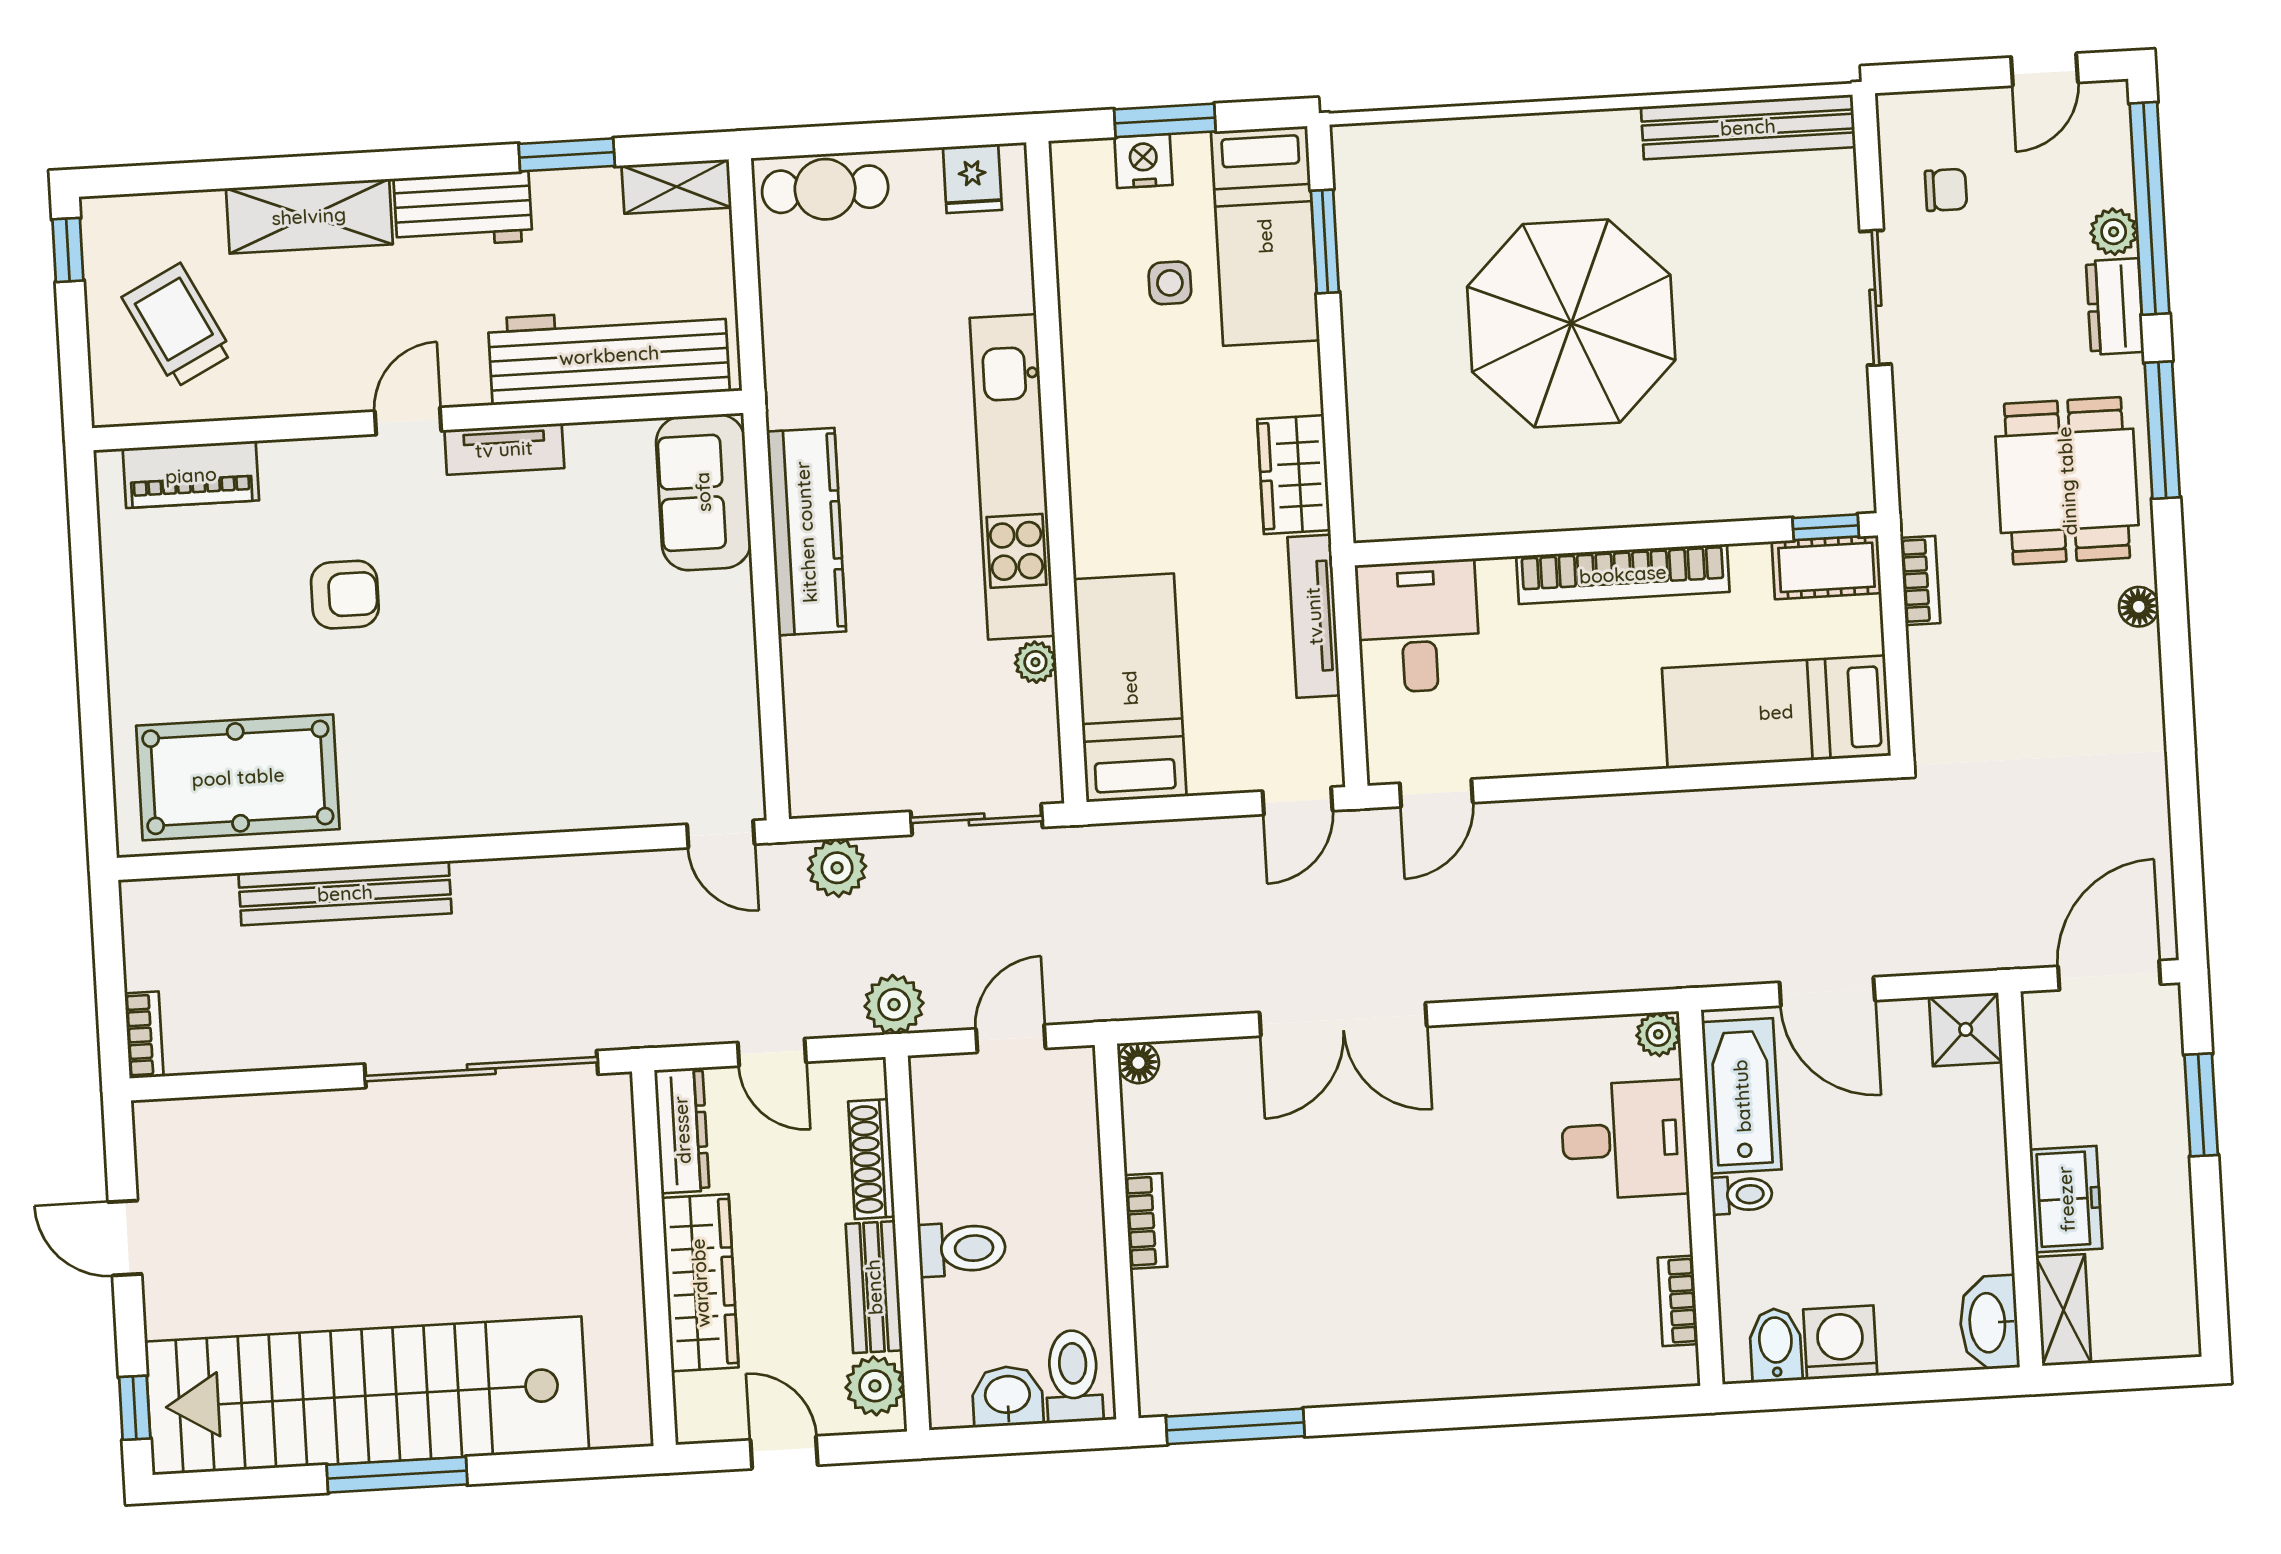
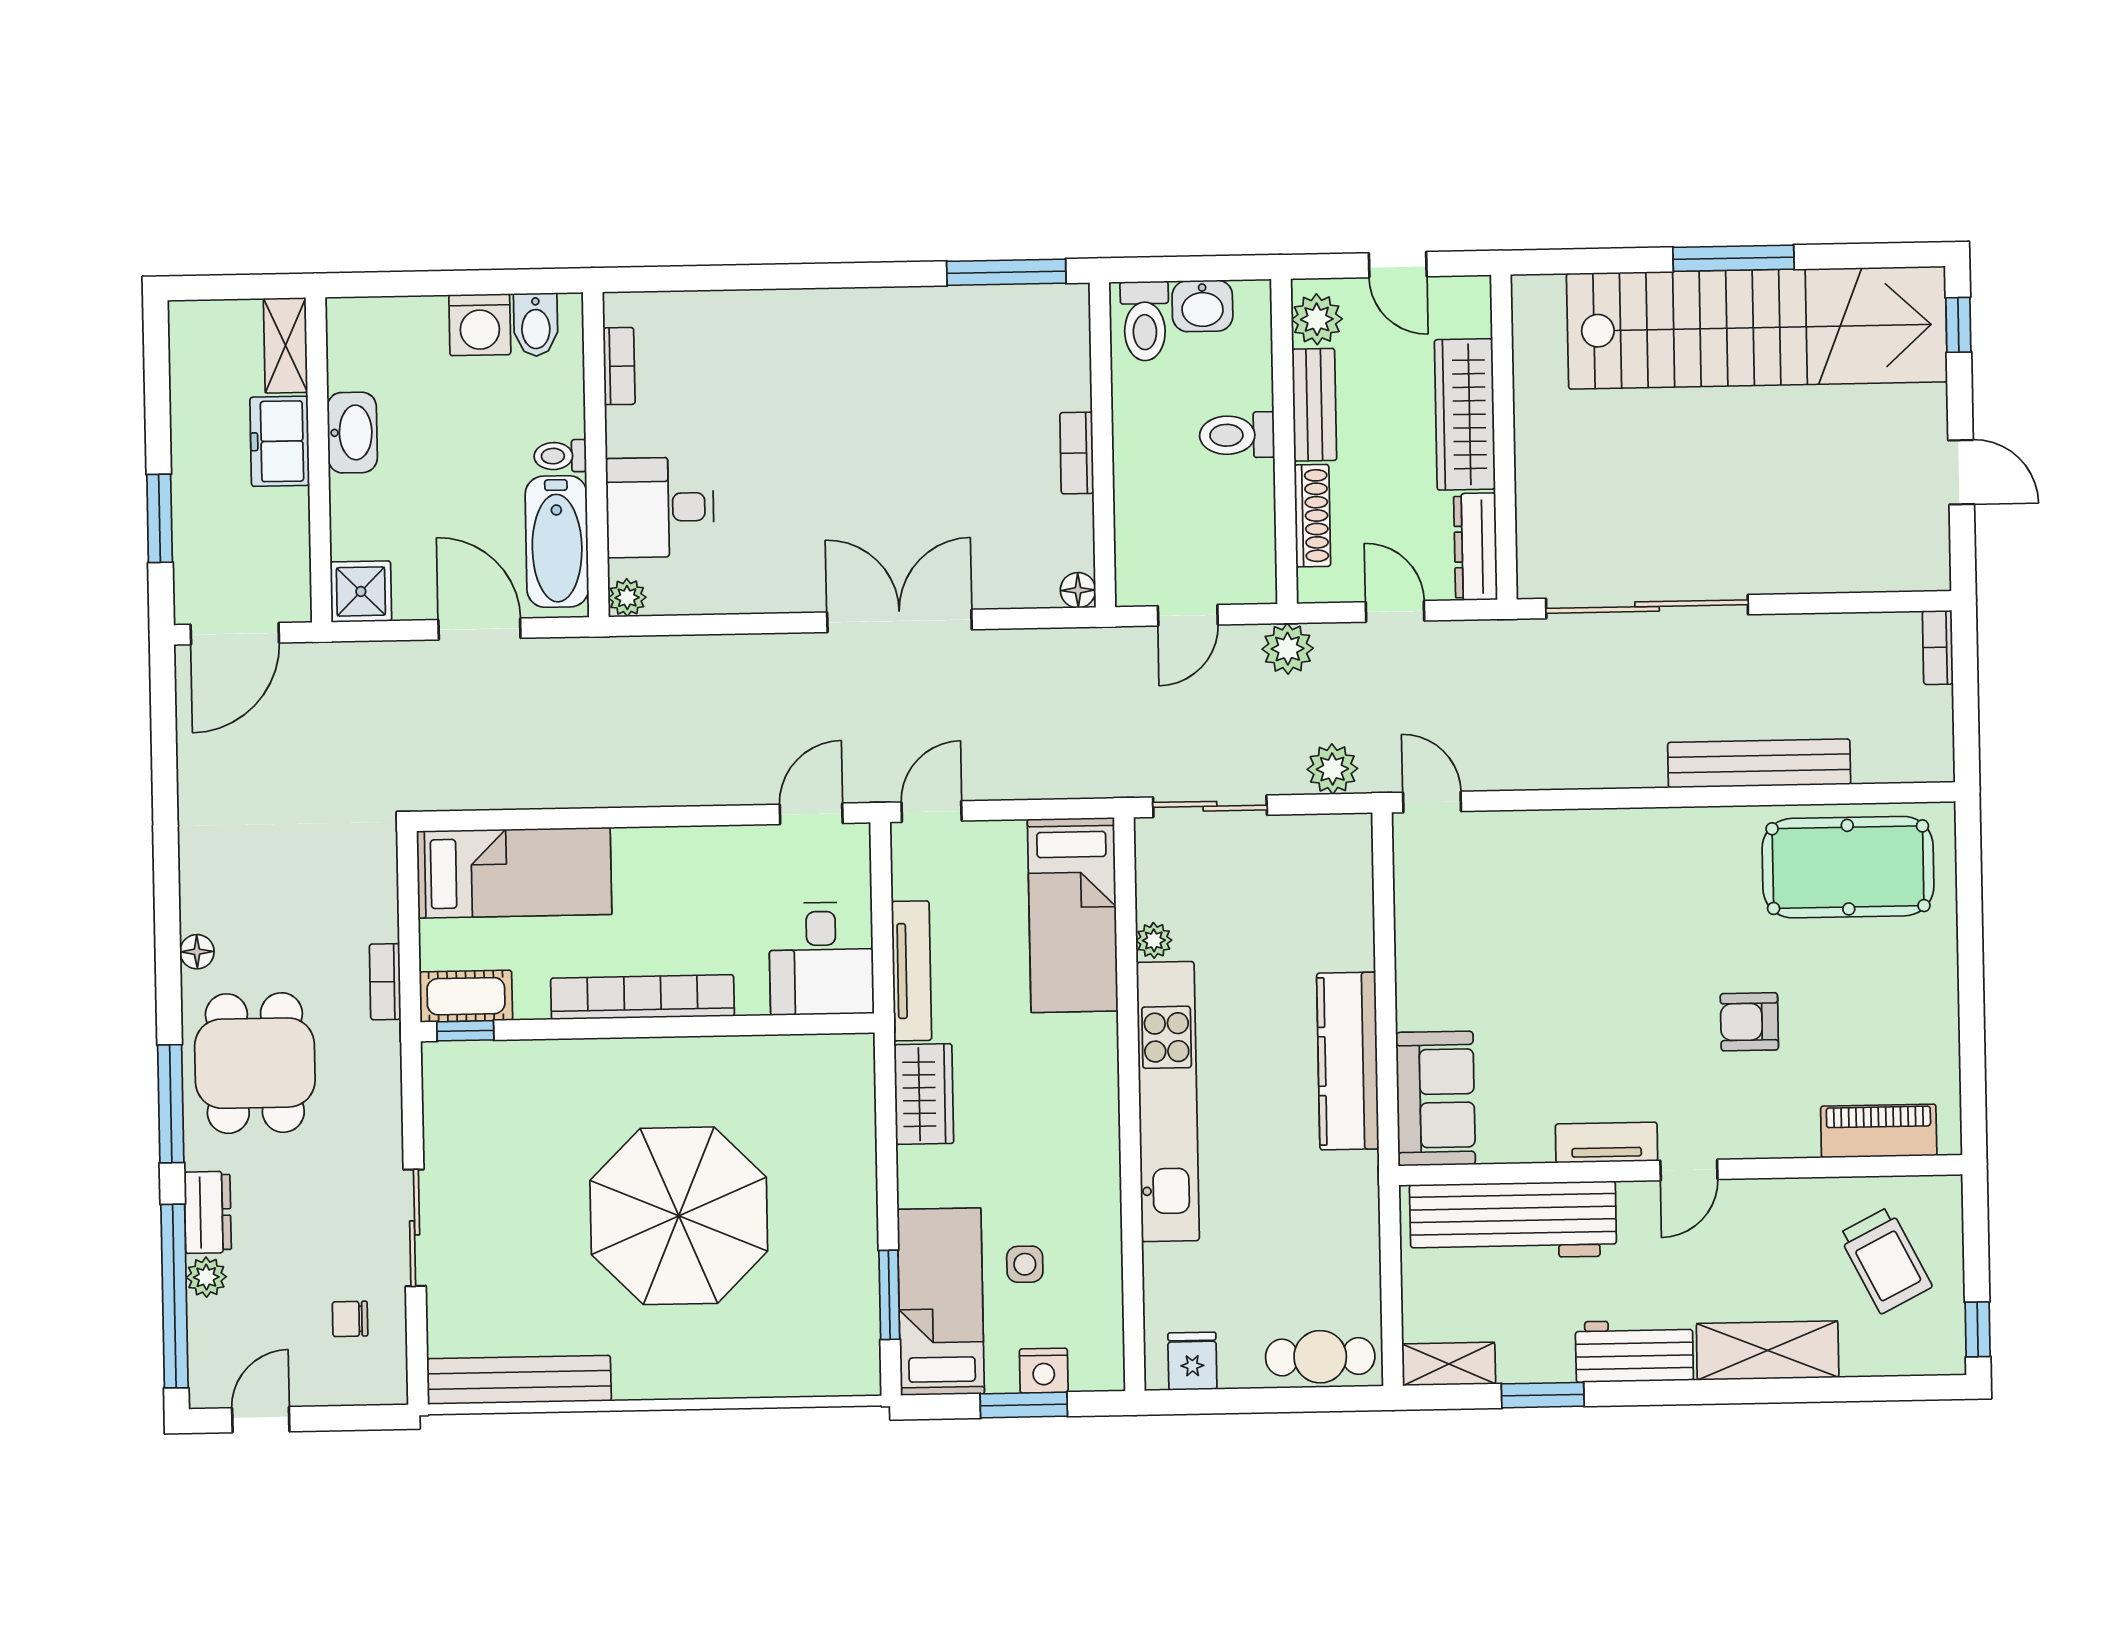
washbasin: (1989, 1323) -> (352, 433), moved

